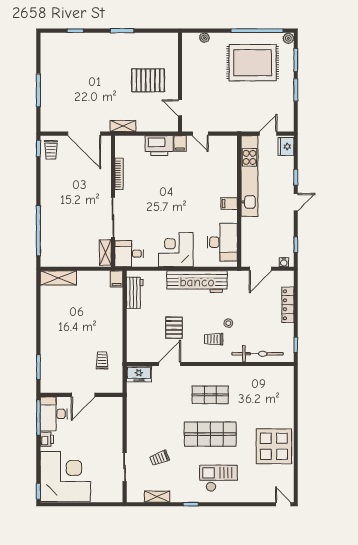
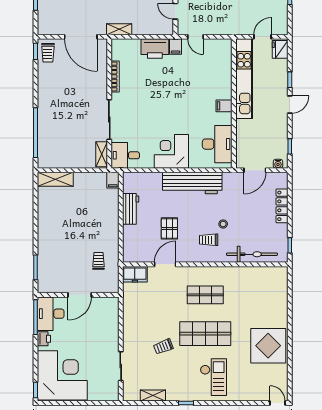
workbench: (135, 293) -> (131, 209), moved
trolley: (159, 458) -> (163, 347), moved
checkout: (219, 478) -> (213, 377), turned 90

